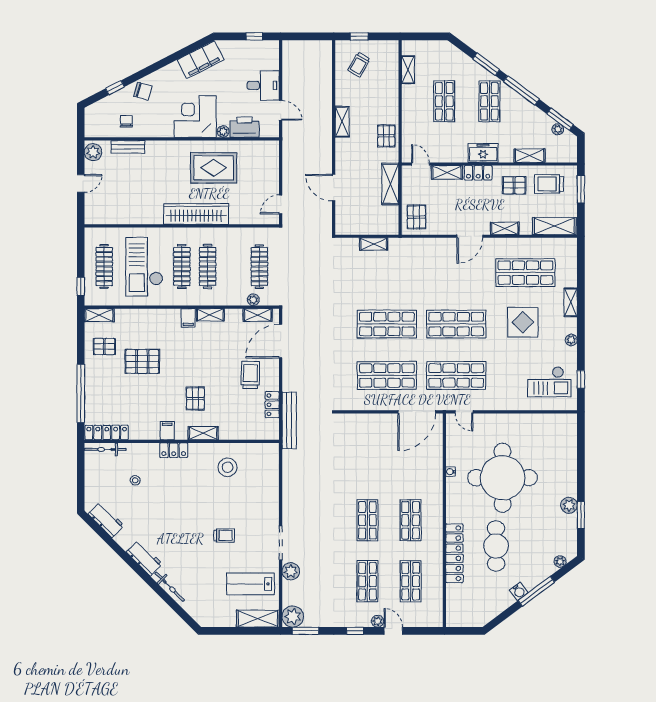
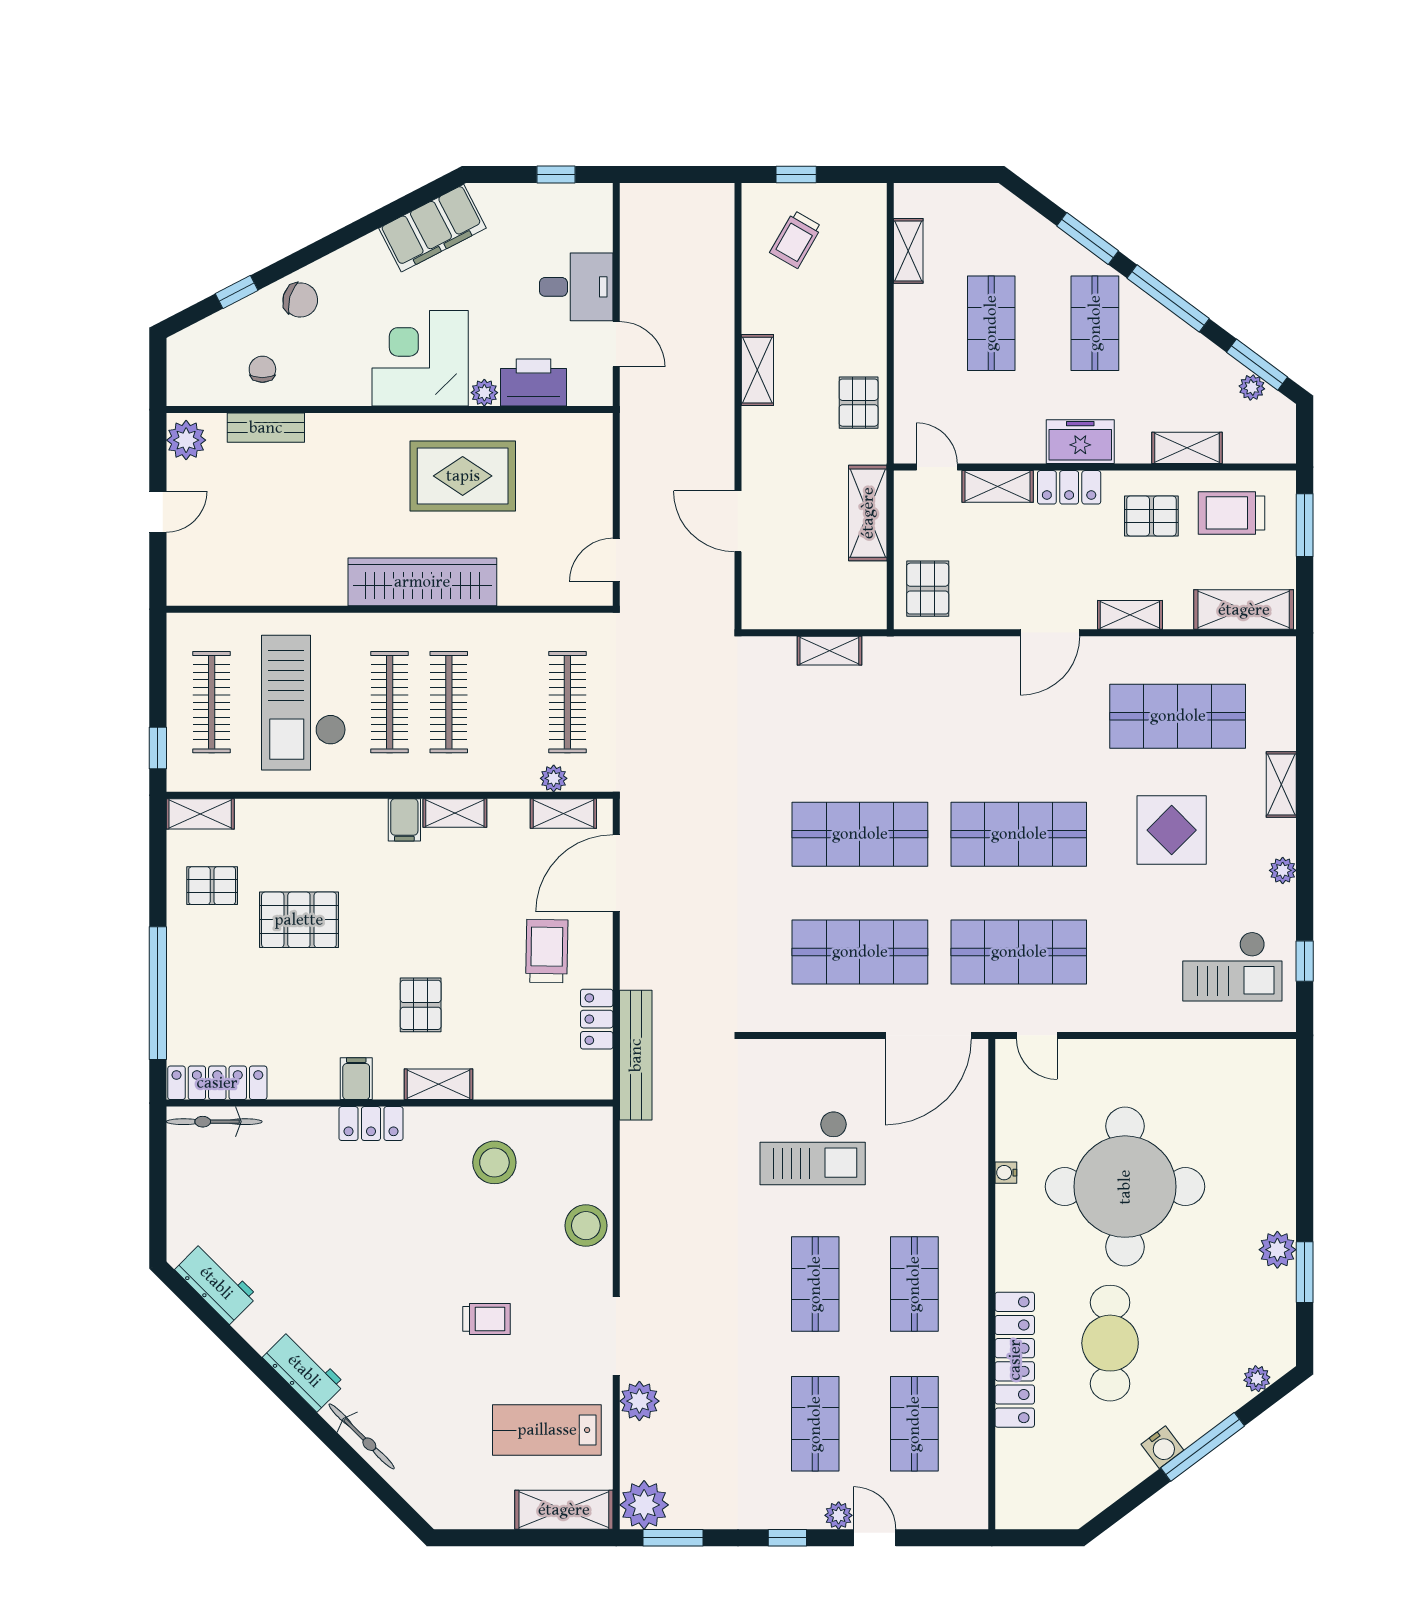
checkout: (366, 461) -> (813, 1148), added
stool: (135, 480) -> (586, 1226), moved, width x1.89, depth x1.89

